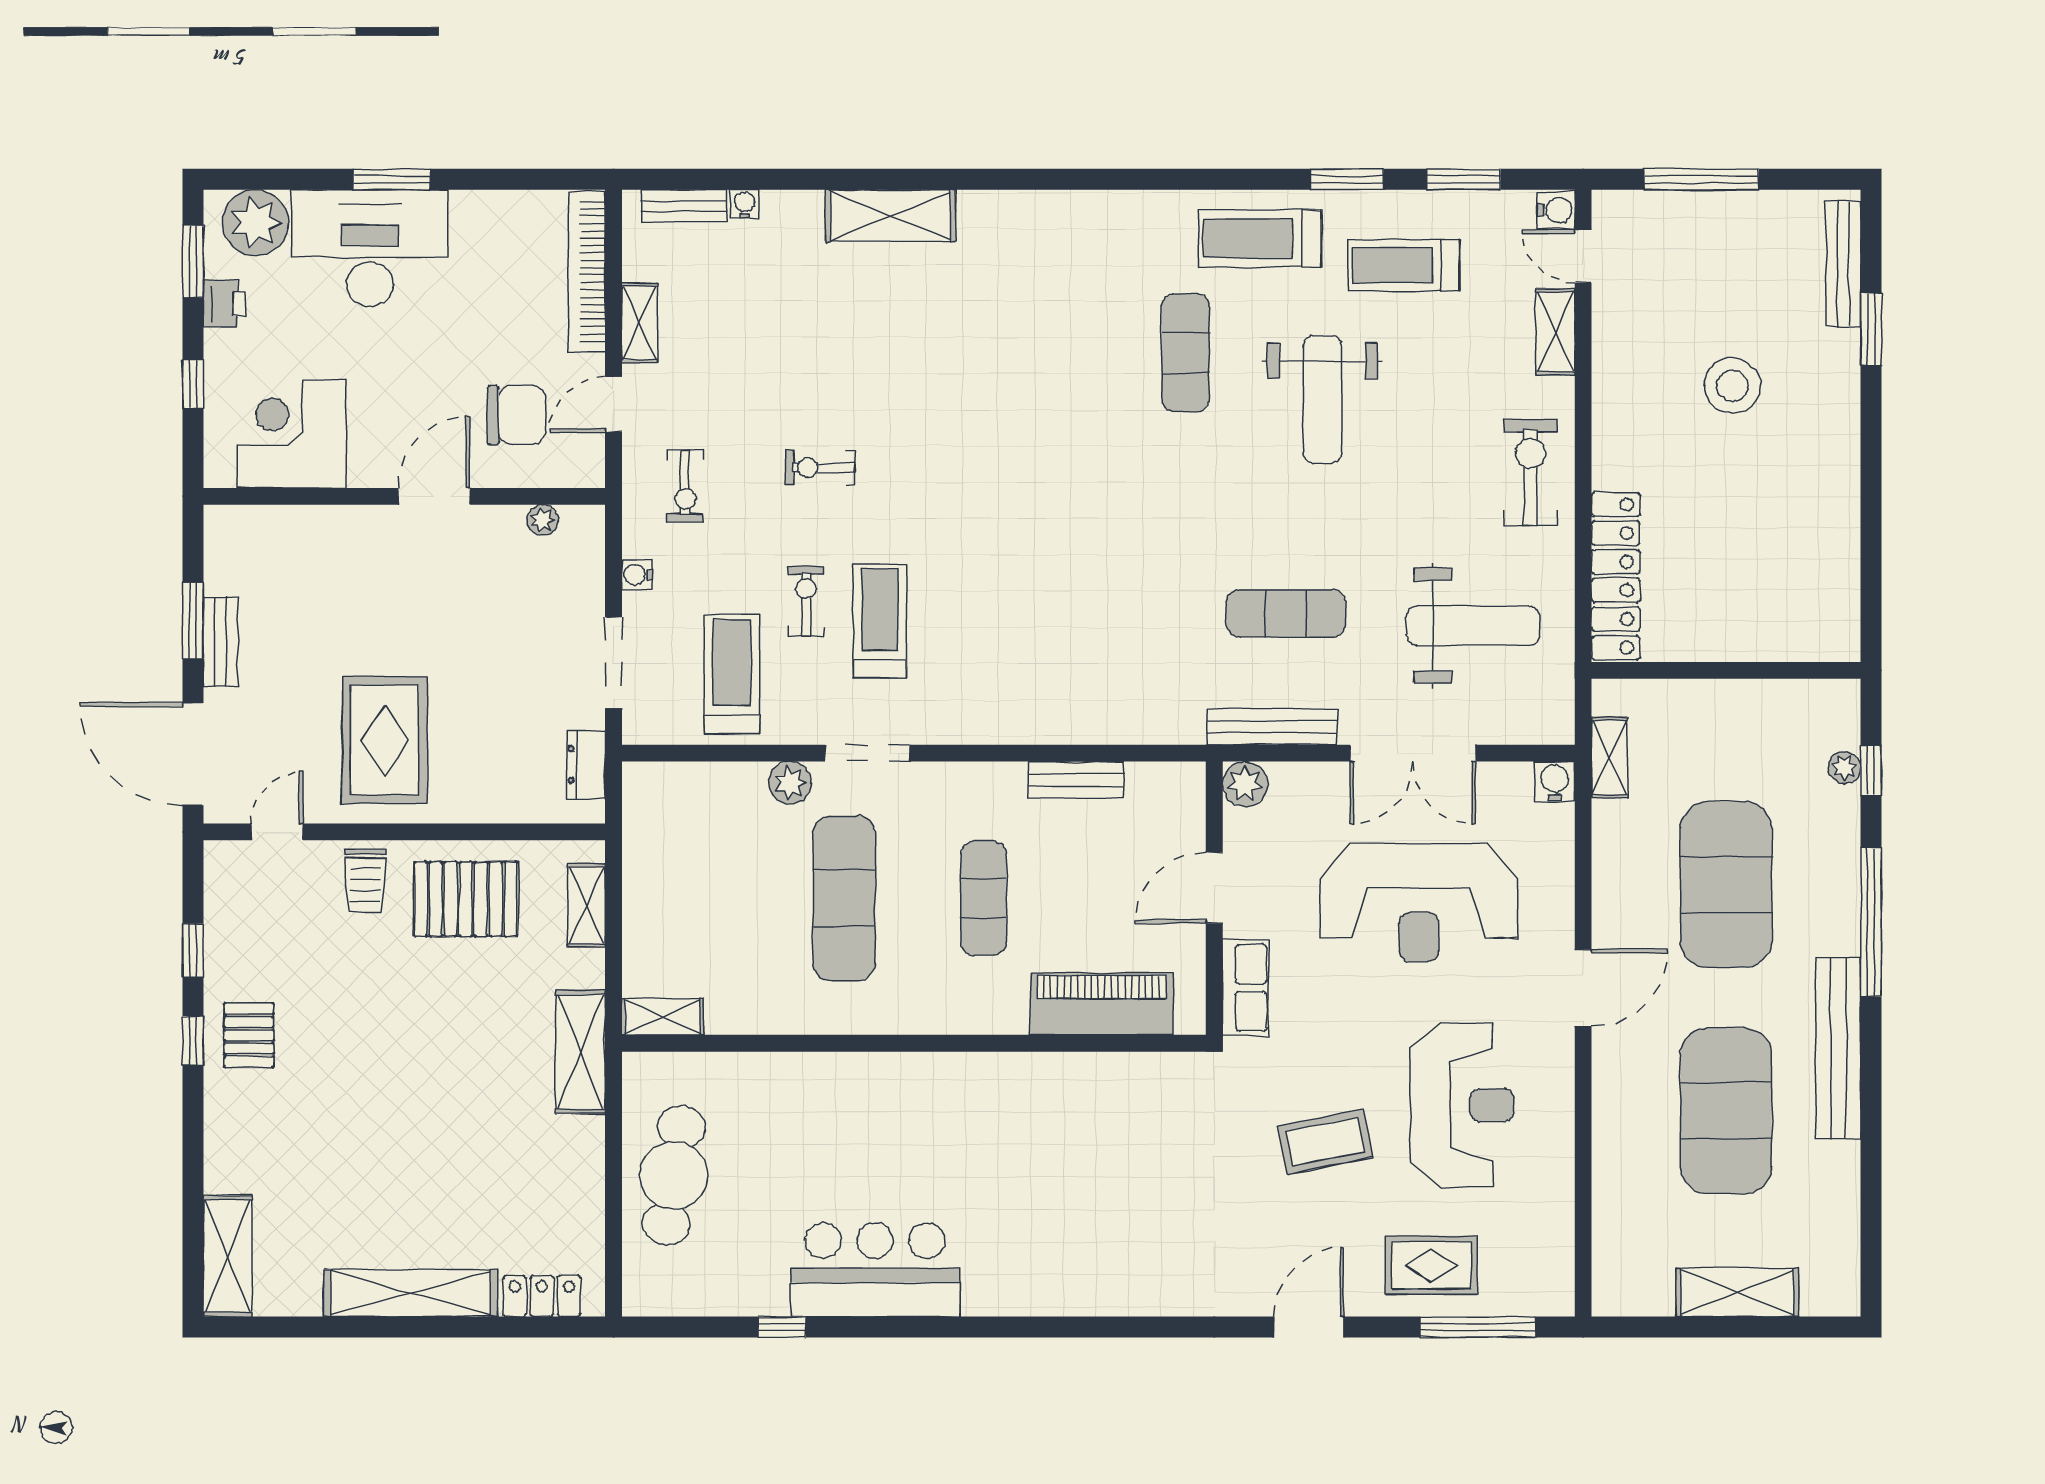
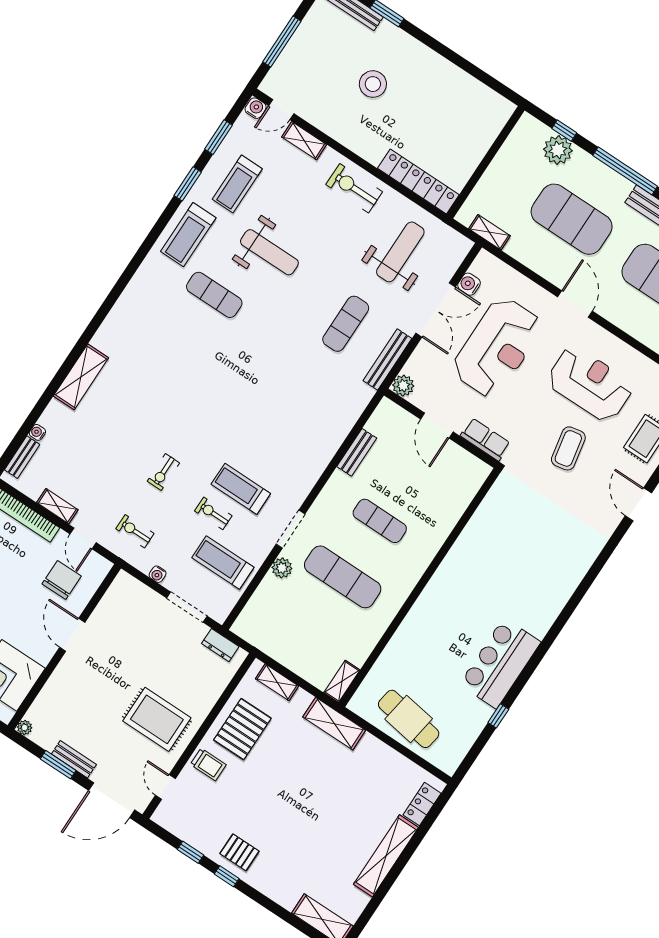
exercise bike: (685, 486) -> (135, 531), turned 180
plant: (542, 520) -> (25, 728), moved
plant: (1844, 767) -> (558, 150), width x1.88, depth x1.88
water cooler: (1555, 782) -> (469, 284), moved
piano: (1102, 1004) -> (454, 502), removed

